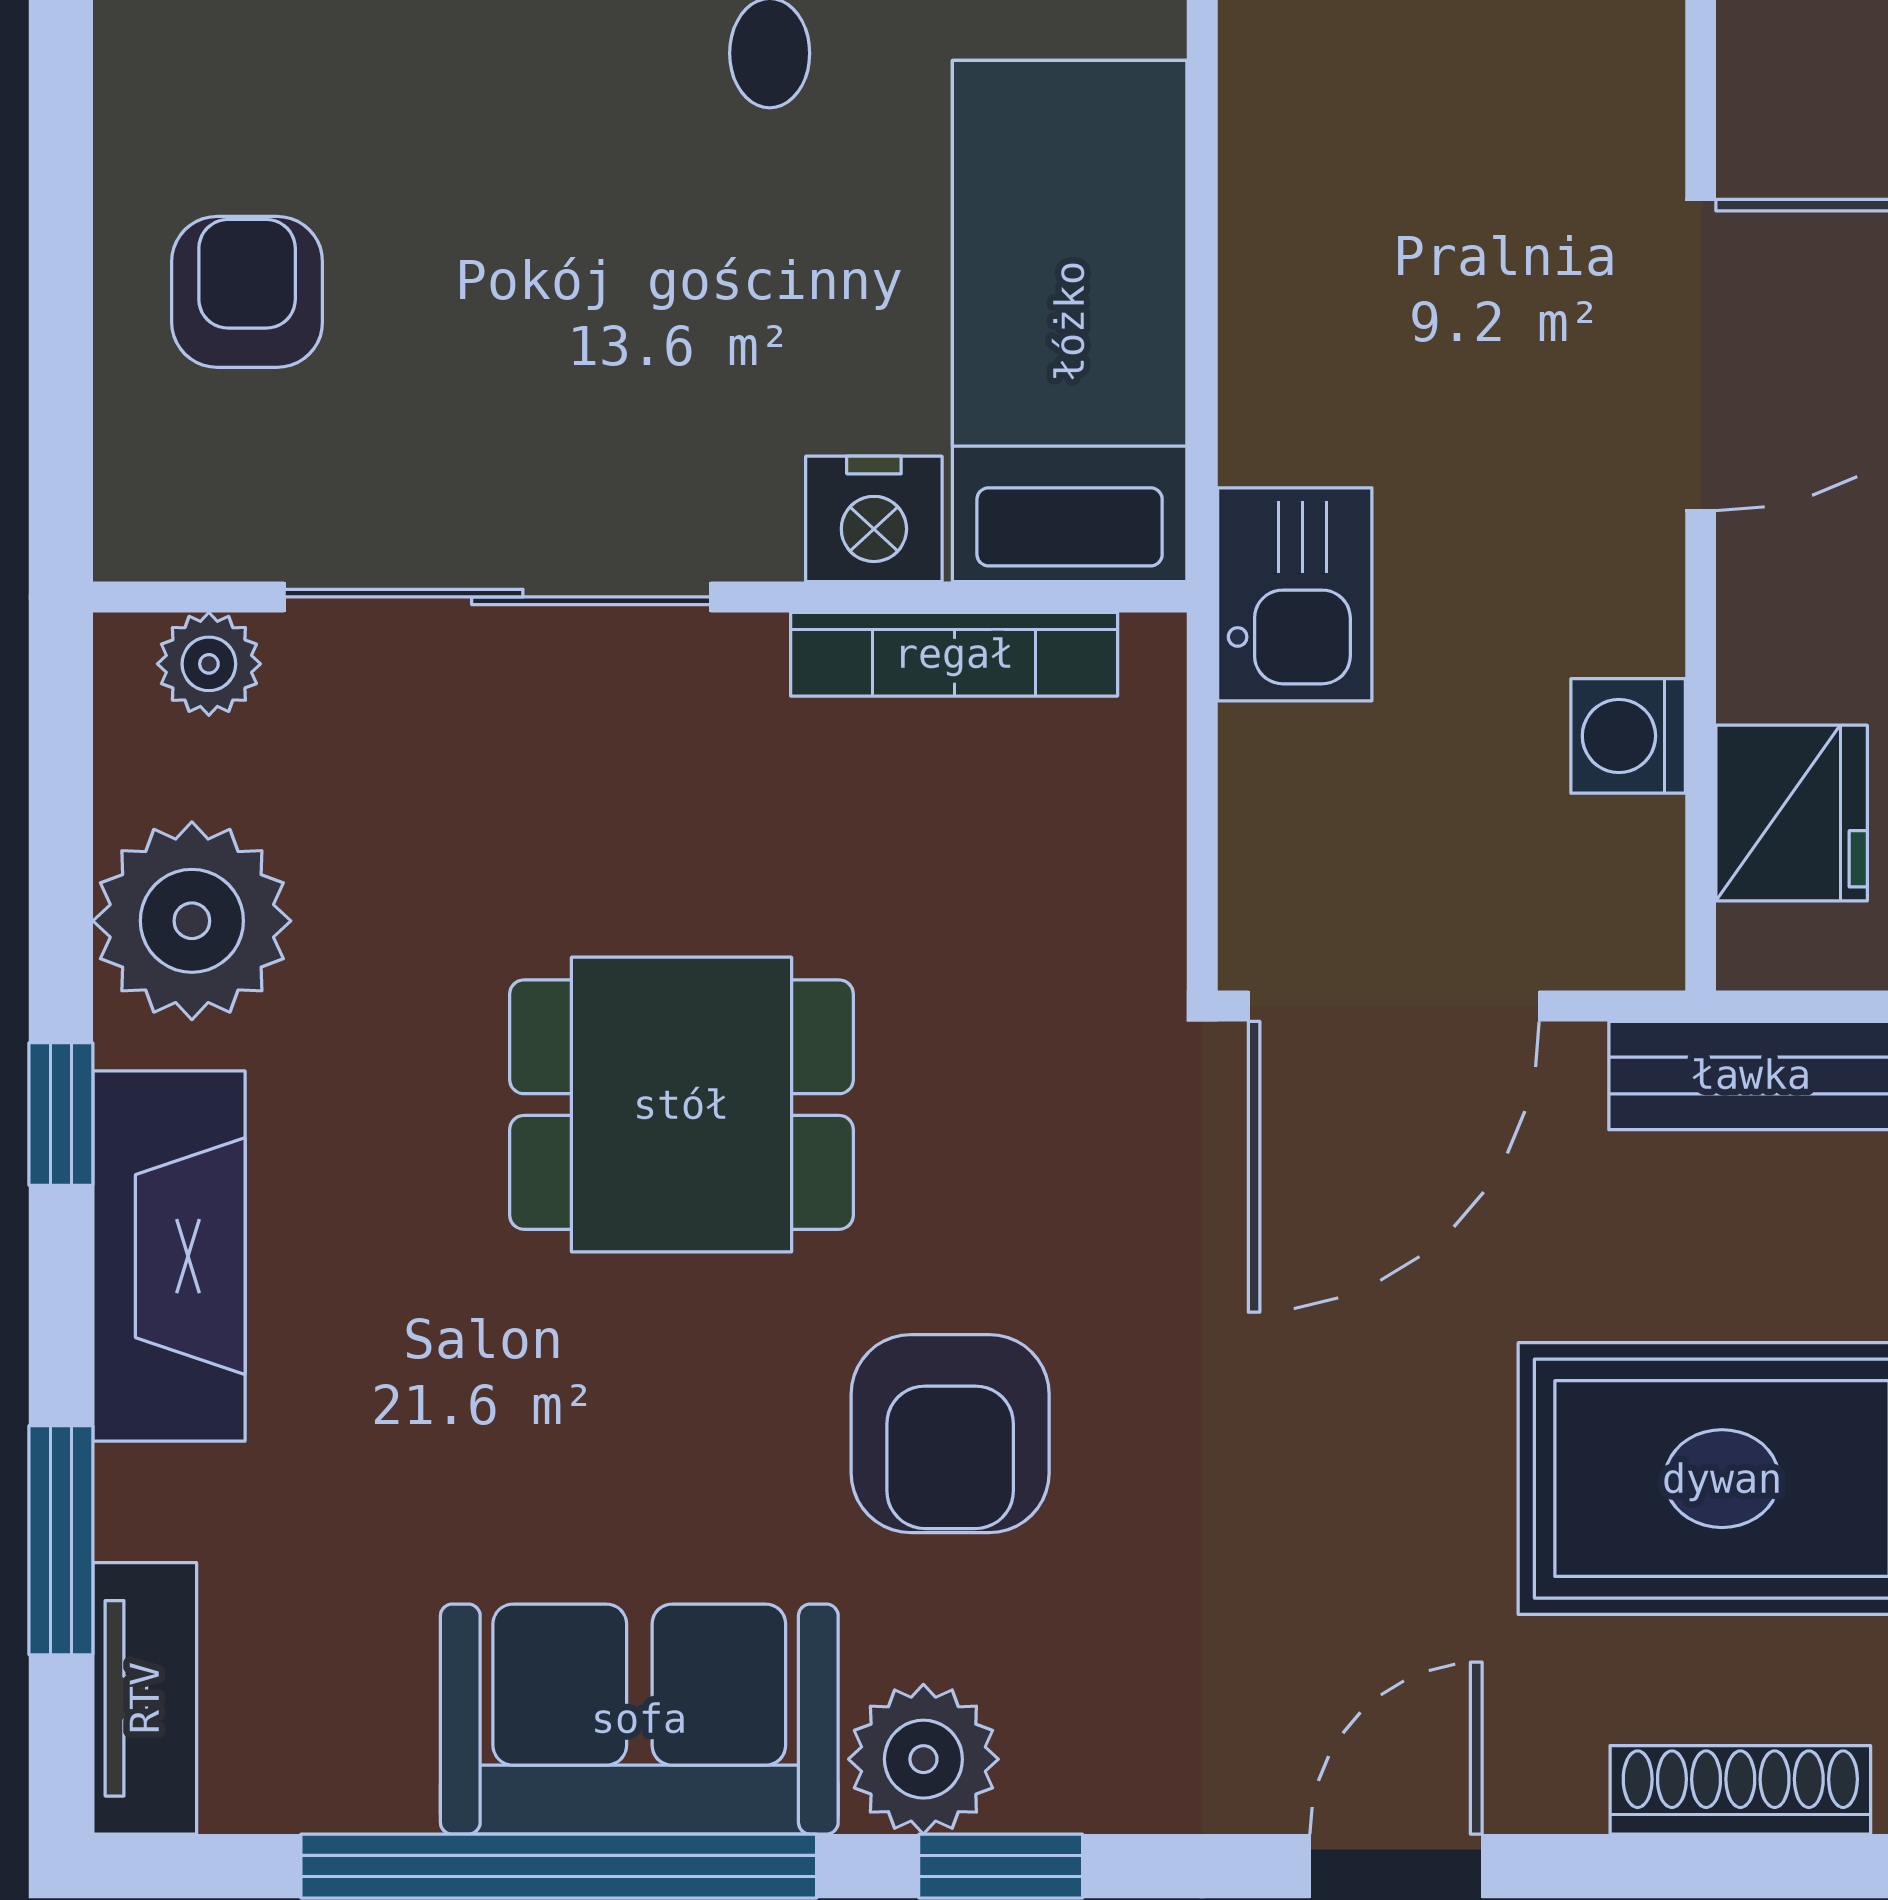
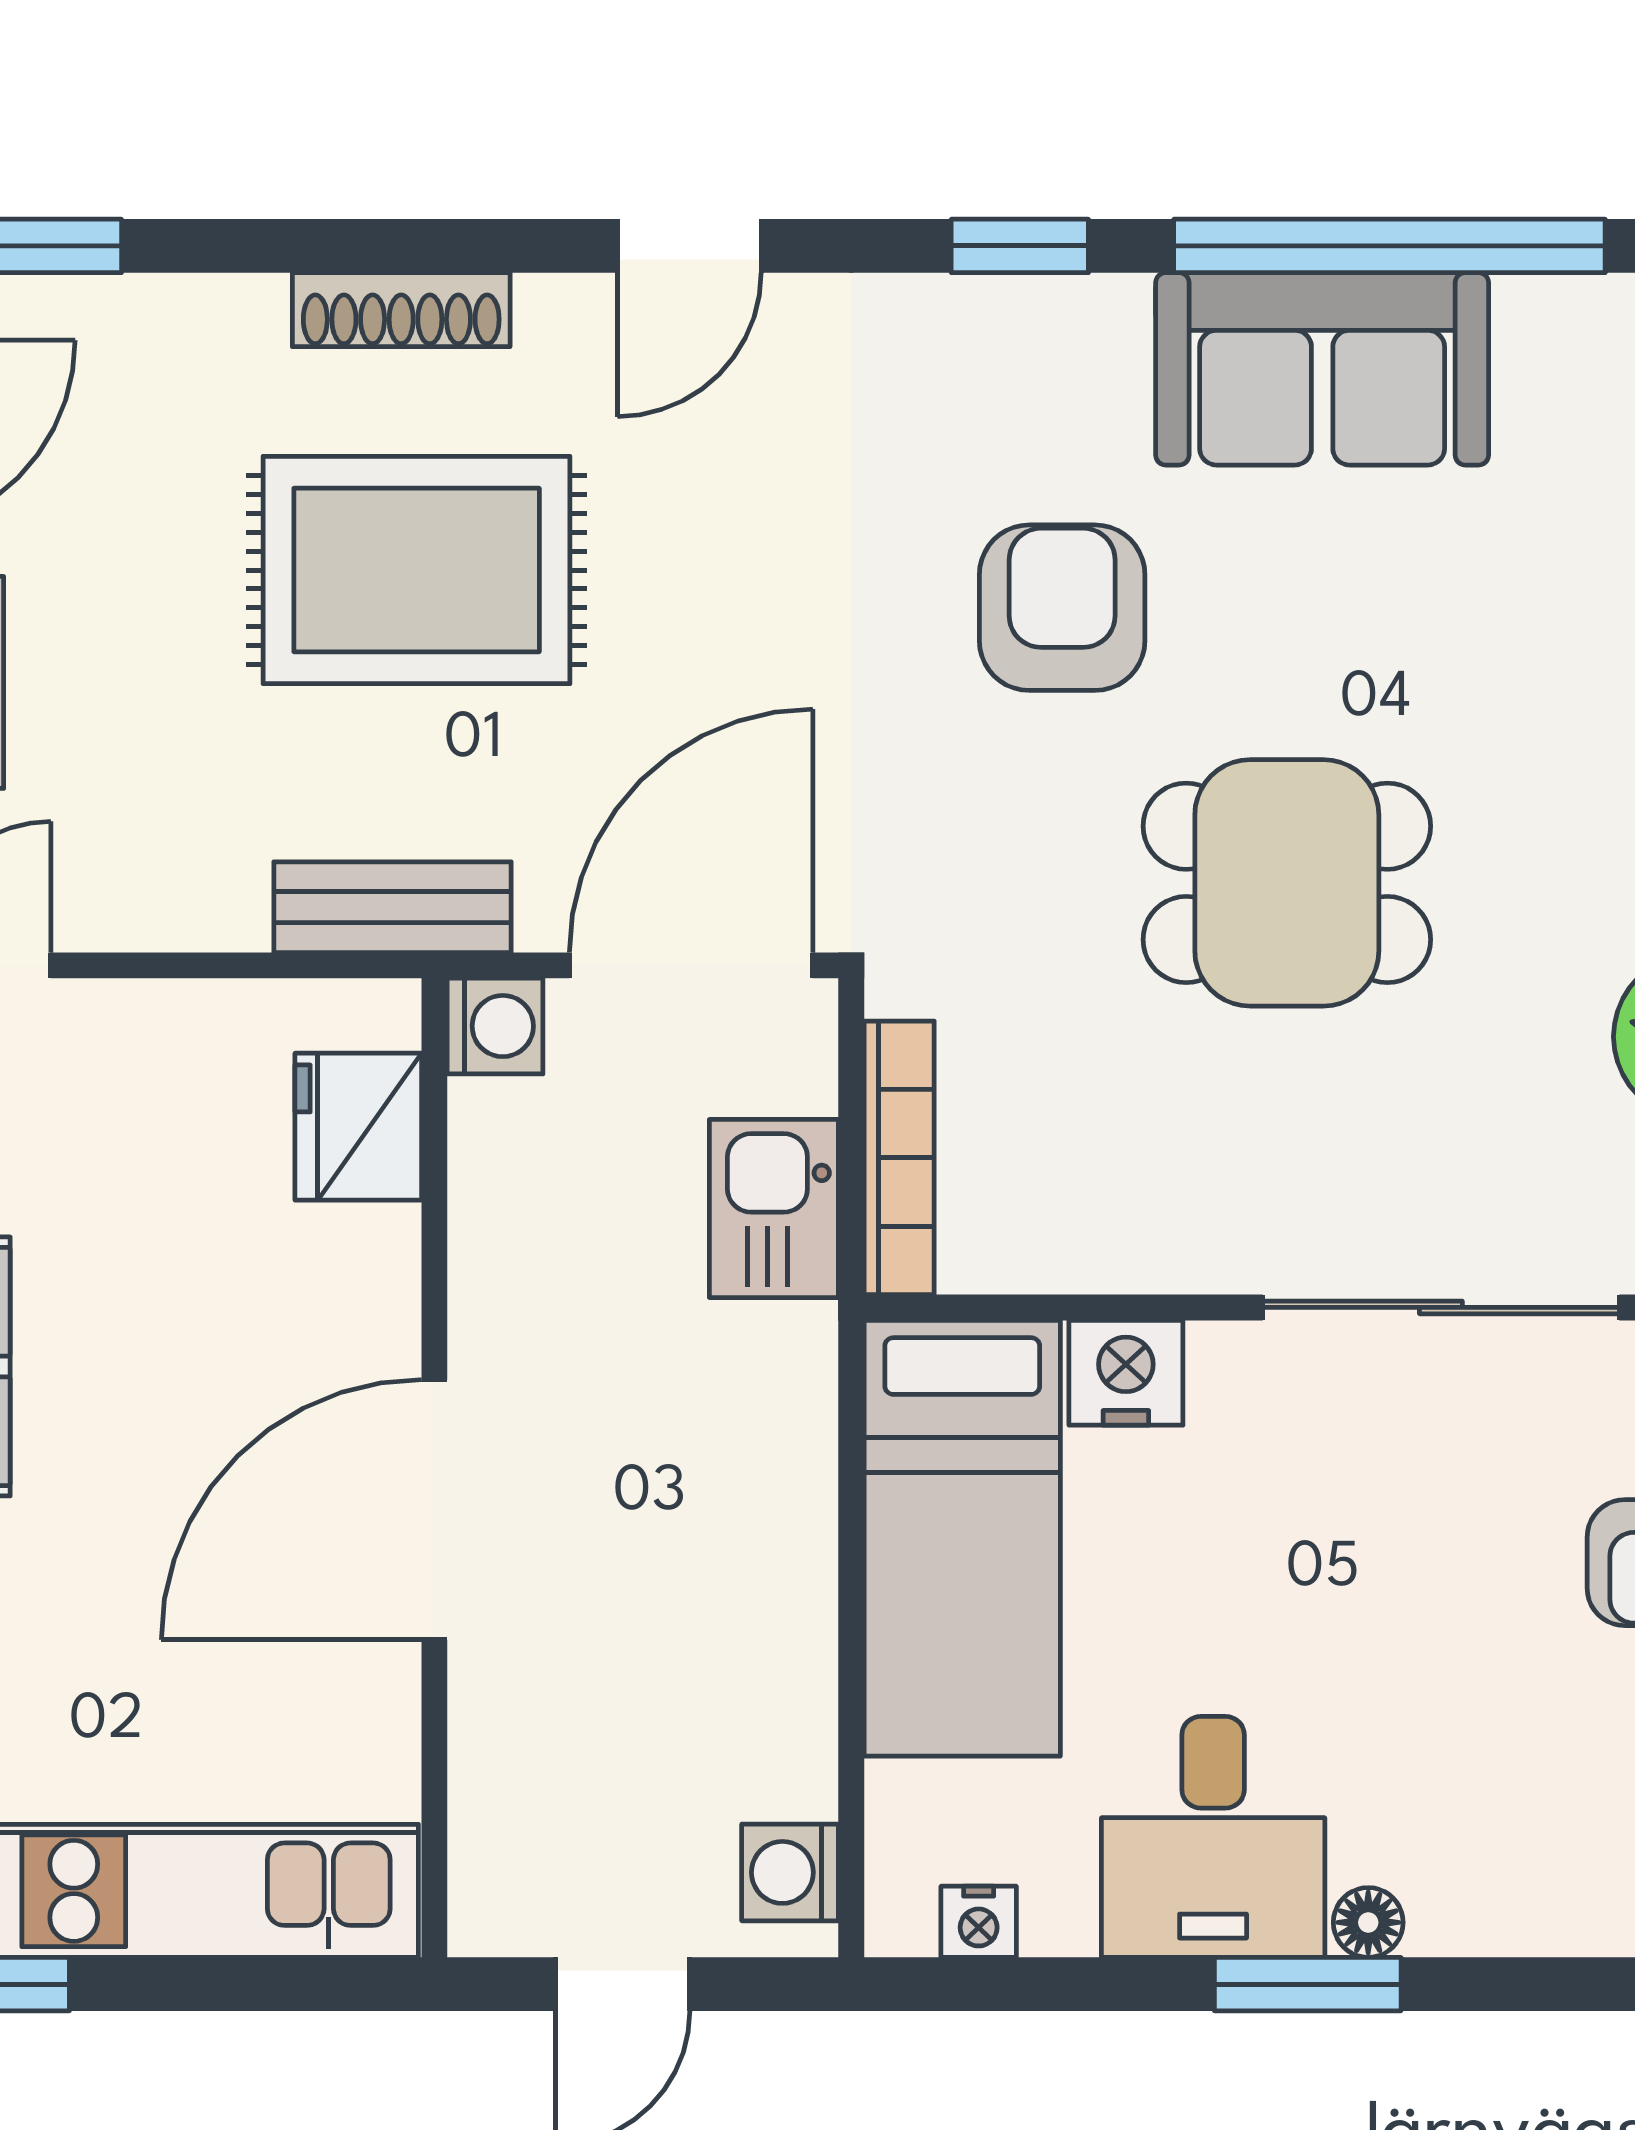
kitchen sink: (1295, 594) -> (774, 1209), moved
bookcase: (954, 654) -> (899, 1158), moved, turned 90
washing machine: (1628, 736) -> (495, 1026), moved
plant: (923, 1759) -> (1084, 335), removed

